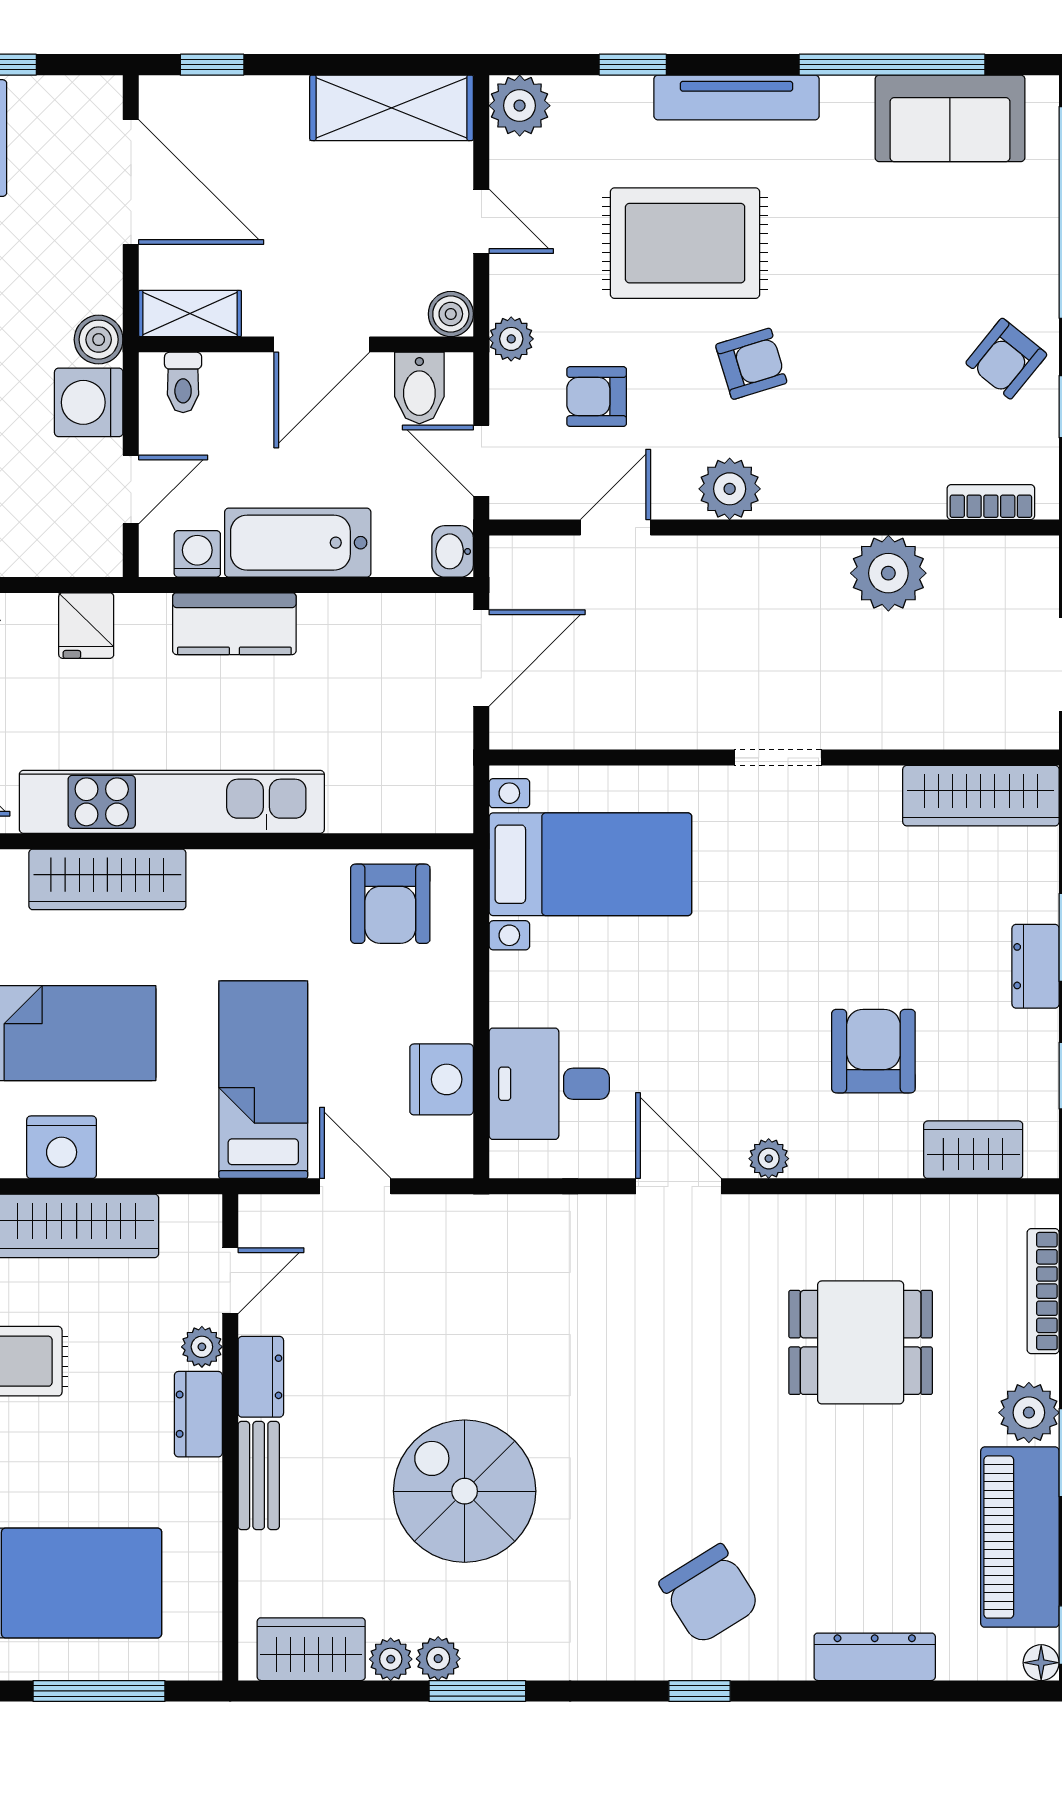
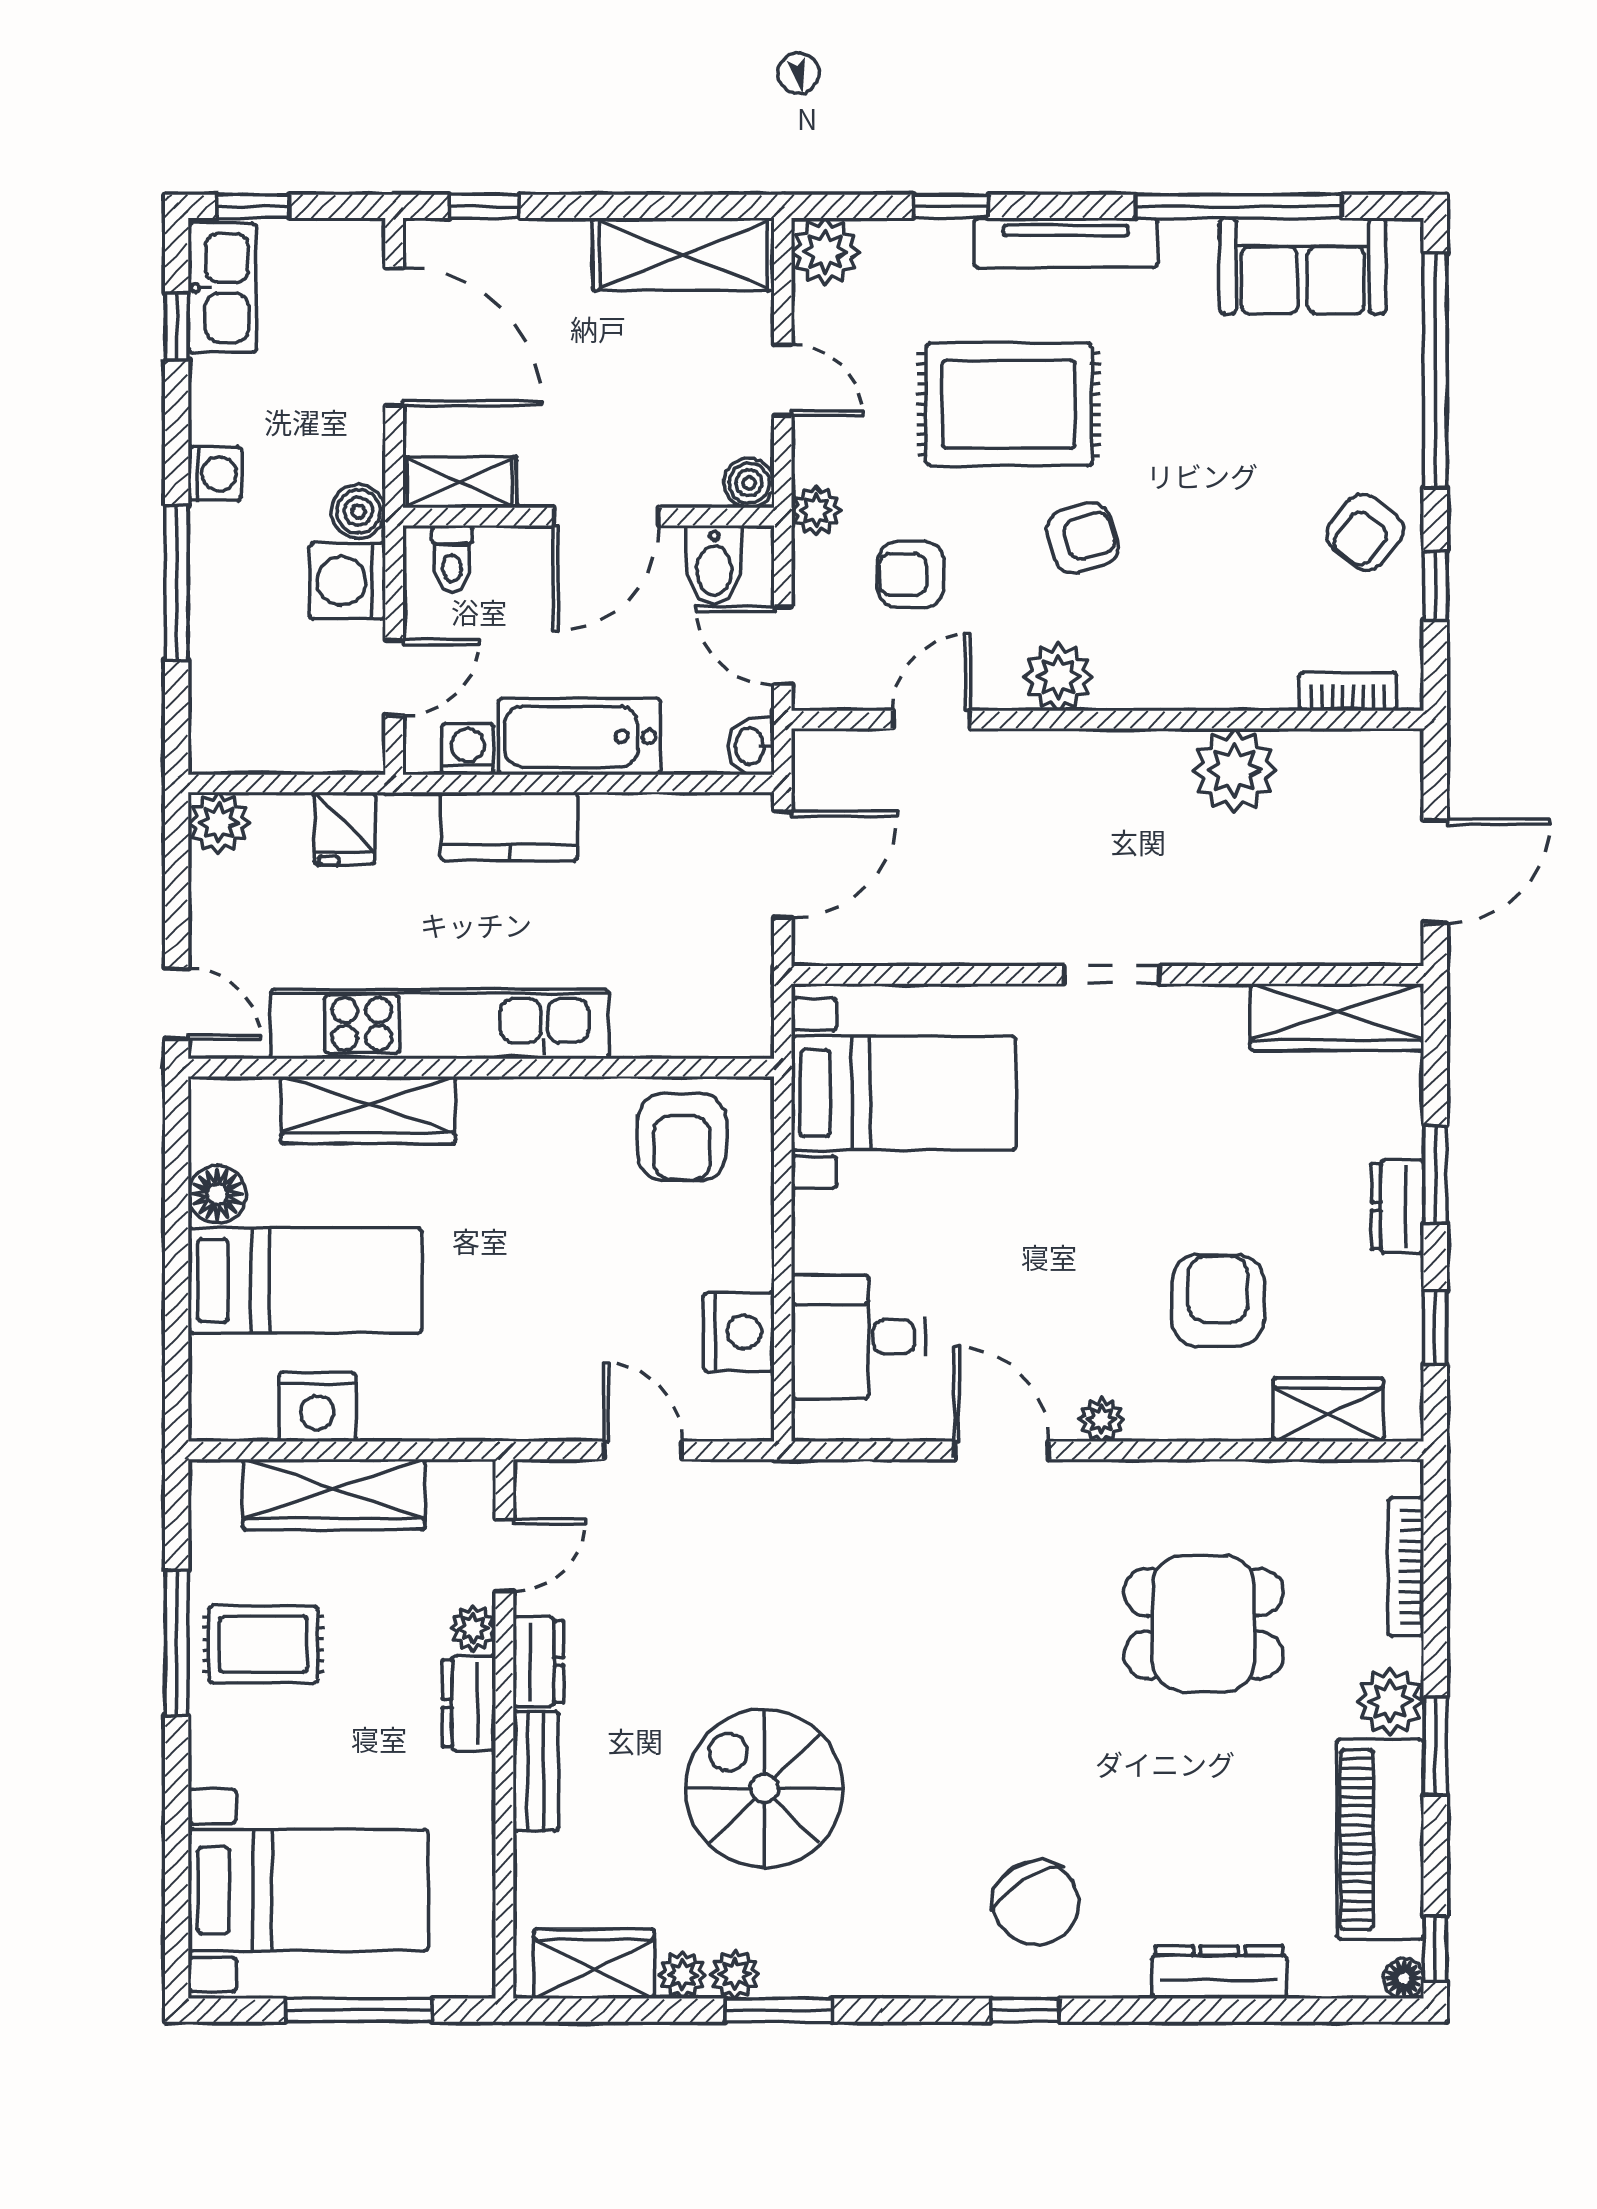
bed: (263, 1080) -> (541, 1332), removed

